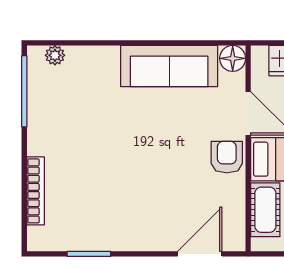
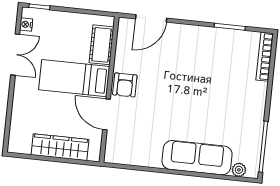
floor lamp: (233, 58) -> (113, 154), removed
sofa: (169, 66) -> (197, 158), moved
bookcase: (36, 191) -> (265, 57), moved

